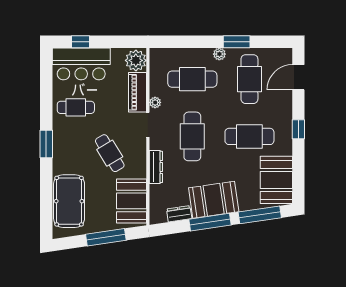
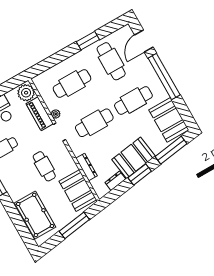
plant: (219, 54) -> (81, 56), removed
window: (298, 129) -> (164, 77), width x3.17
cafe table: (192, 136) -> (94, 123), turned 90
cafe table: (110, 153) -> (44, 166), turned 31
dresser: (156, 167) -> (87, 167), moved
window: (210, 222) -> (140, 175), width x0.69

